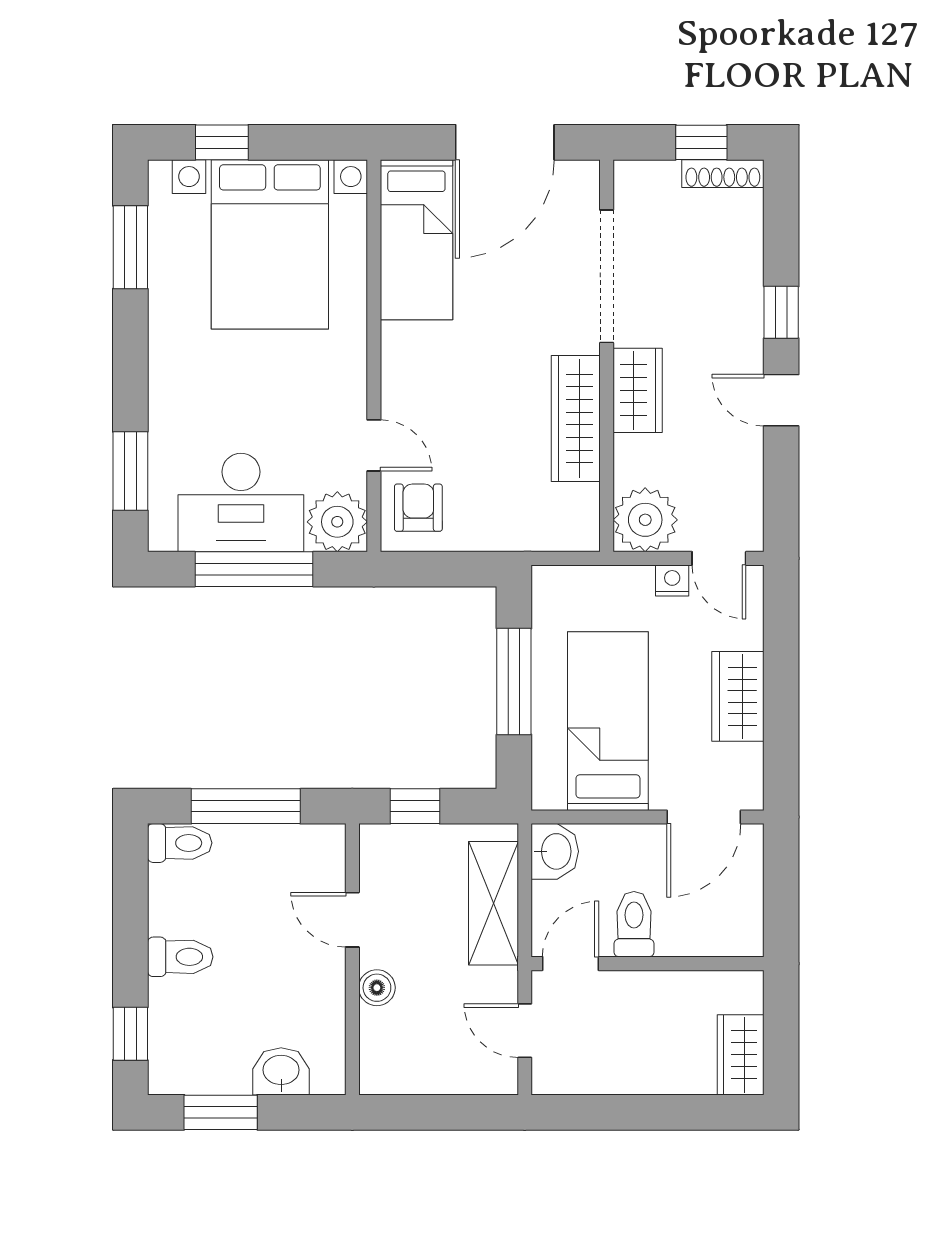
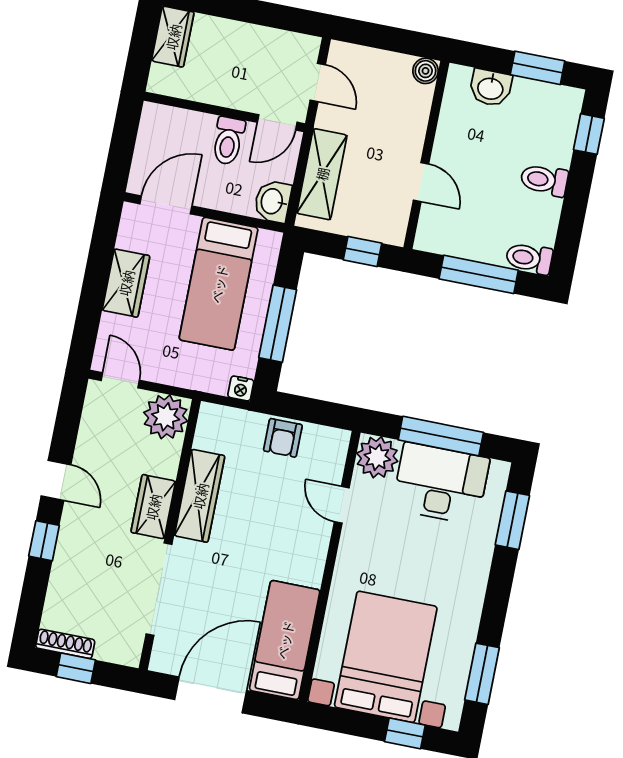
armchair: (418, 508) -> (283, 438), moved
nightstand: (672, 580) -> (241, 388), moved
boiler: (377, 988) -> (425, 71), moved

